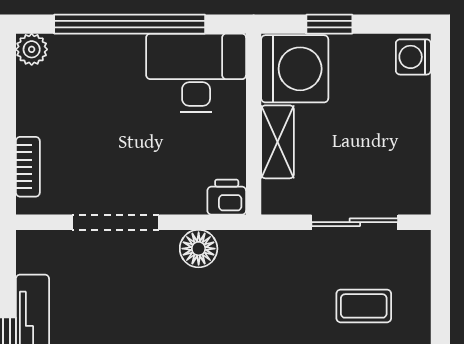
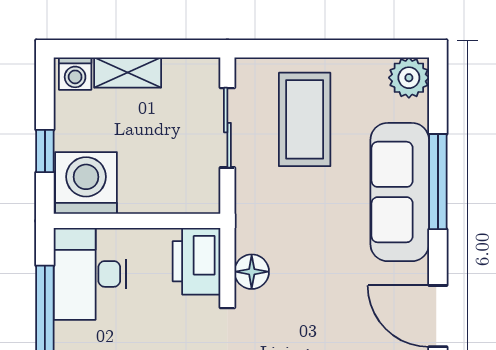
shelving: (278, 142) -> (128, 73), moved
printer: (227, 197) -> (197, 261), width x1.87, depth x1.48
coffee table: (364, 306) -> (305, 119), width x1.86, depth x1.72

